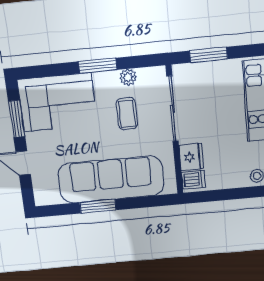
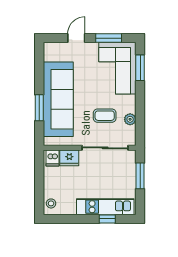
window: (98, 66) -> (140, 68), moved
window: (98, 206) -> (39, 108), moved

